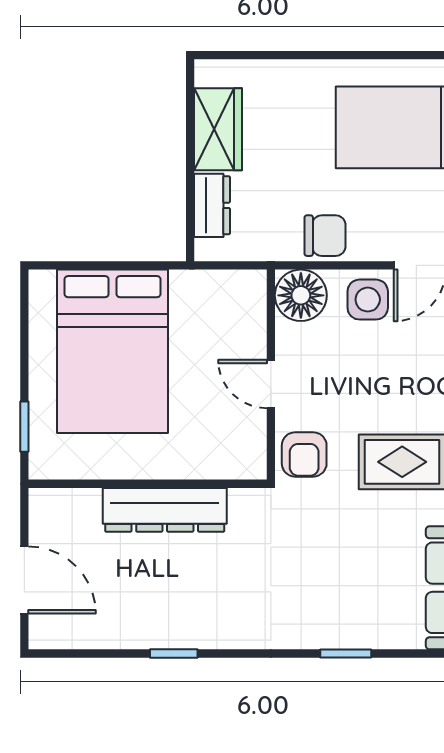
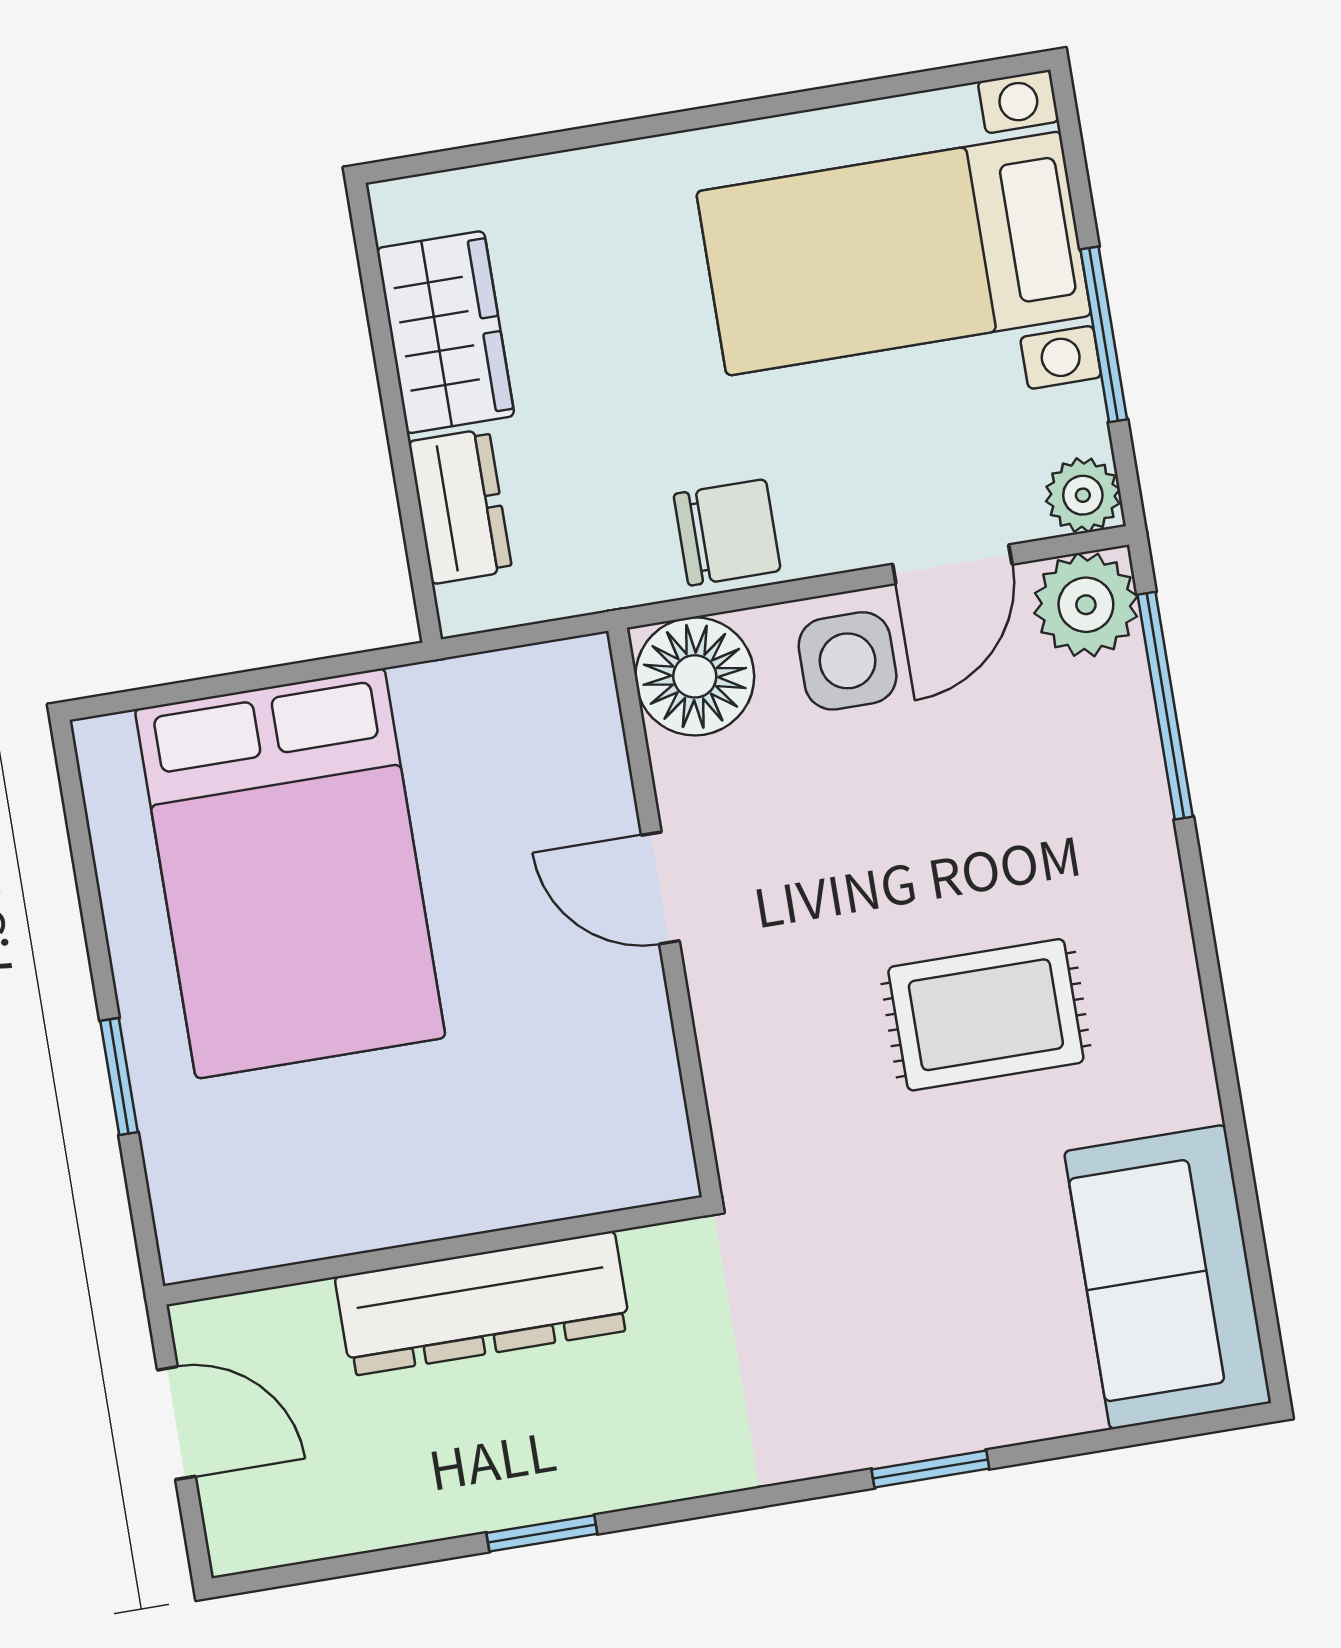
armchair: (304, 454) -> (762, 1035), removed
wall: (148, 484) -> (434, 1251), moved
dresser: (165, 510) -> (483, 1303), moved
door: (24, 580) -> (176, 1423), width x0.73

